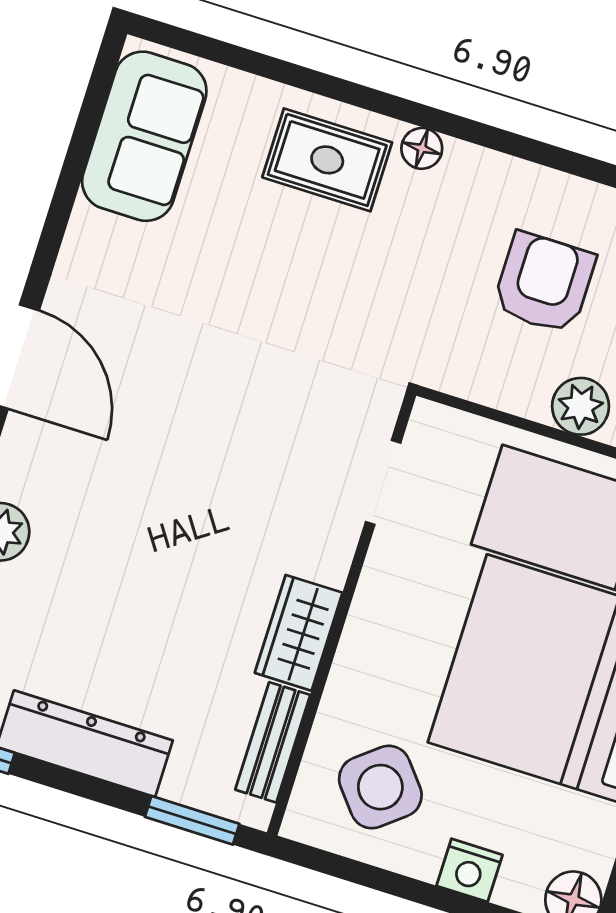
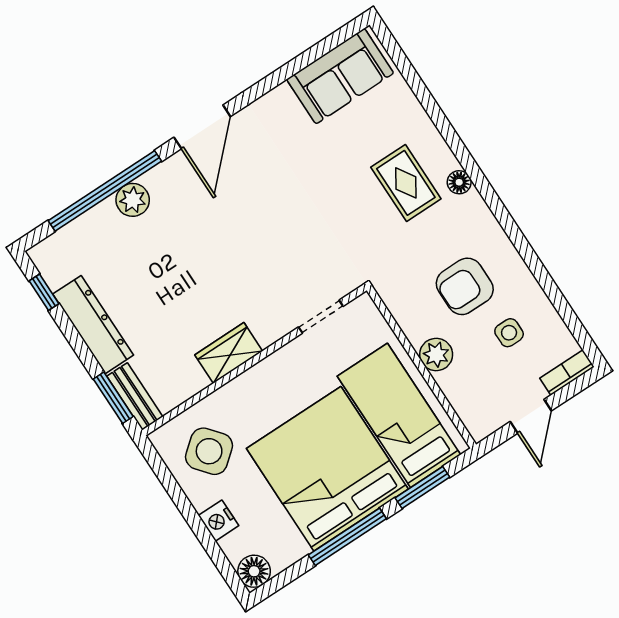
rug: (327, 160) -> (406, 183), moved
armchair: (544, 283) -> (465, 286), turned 180
bench: (273, 742) -> (135, 396), moved, turned 90

